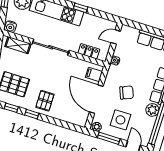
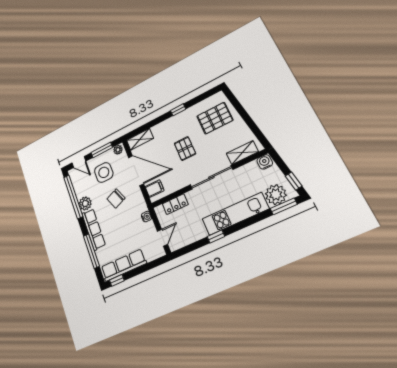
pallet: (45, 101) -> (185, 149), moved
window: (11, 108) -> (200, 98), removed
shelving: (75, 119) -> (140, 139), added

